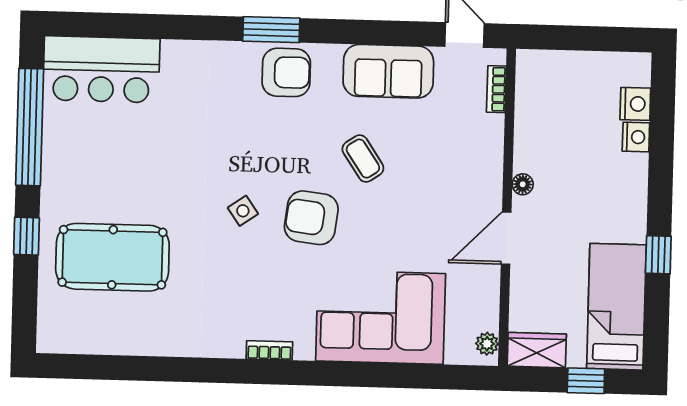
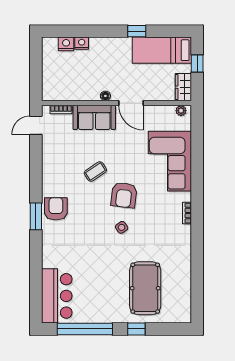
sofa: (388, 71) -> (94, 117), moved, turned 90

